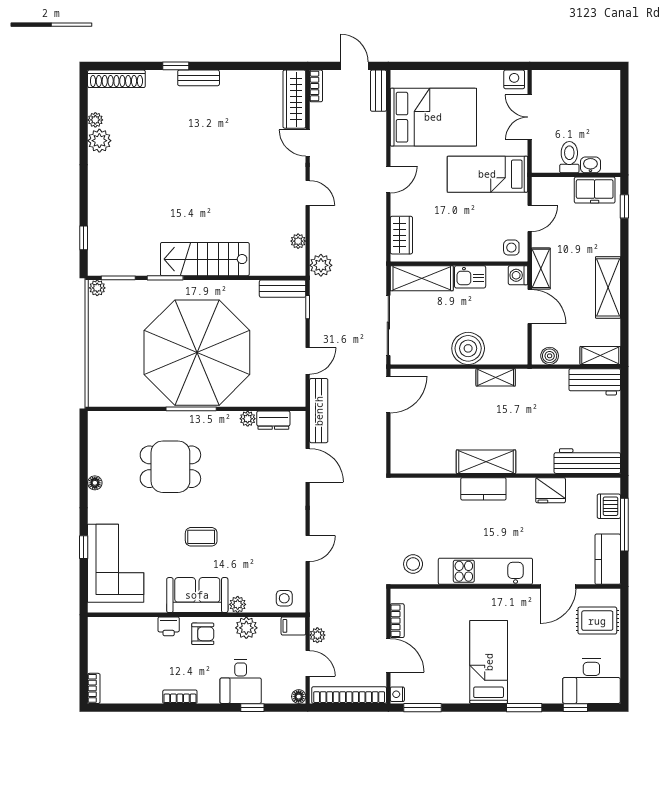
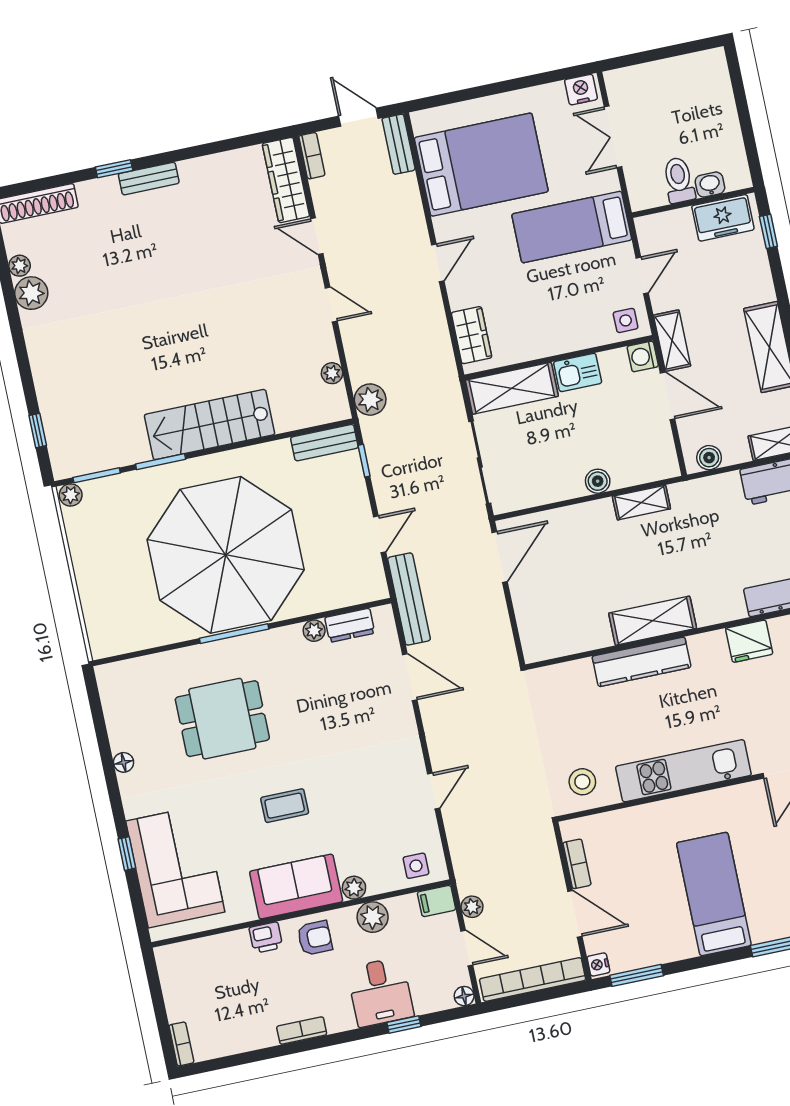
boiler: (468, 348) -> (598, 481), width x0.54, depth x0.54
kitchen counter: (483, 489) -> (642, 662), width x1.50

